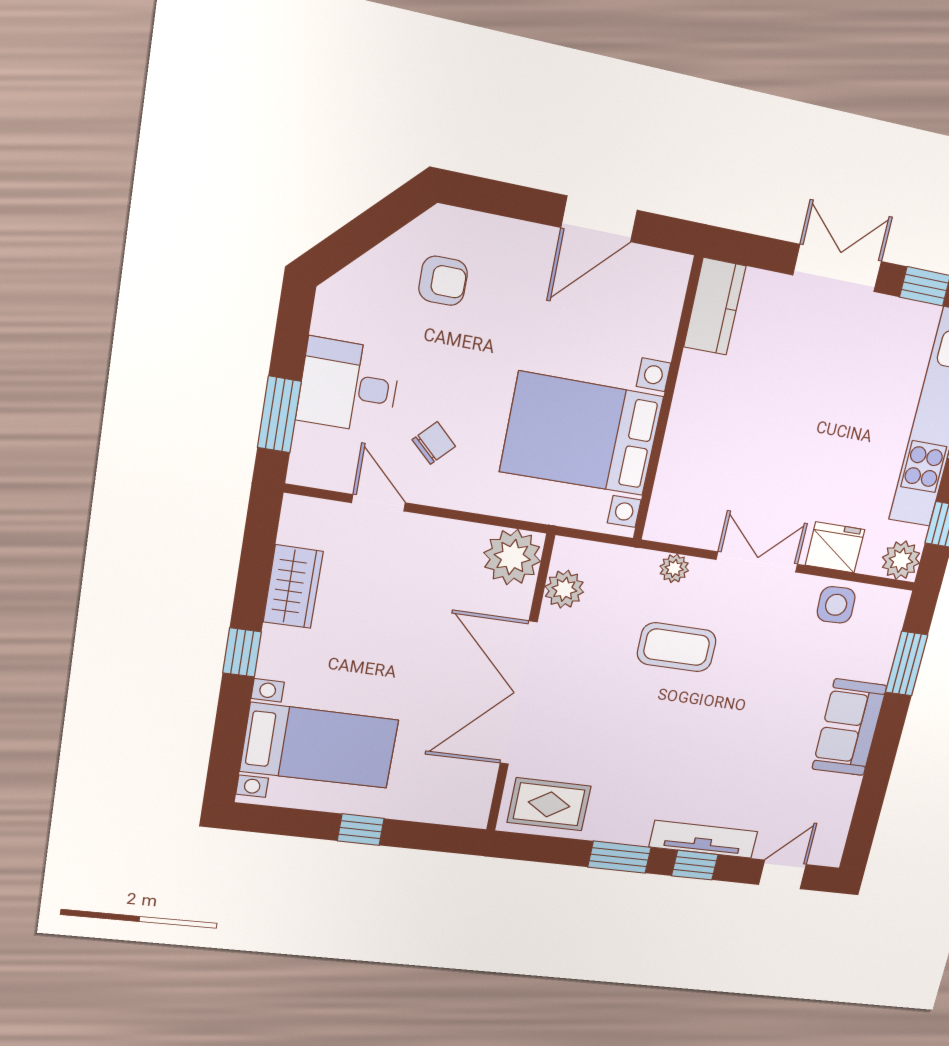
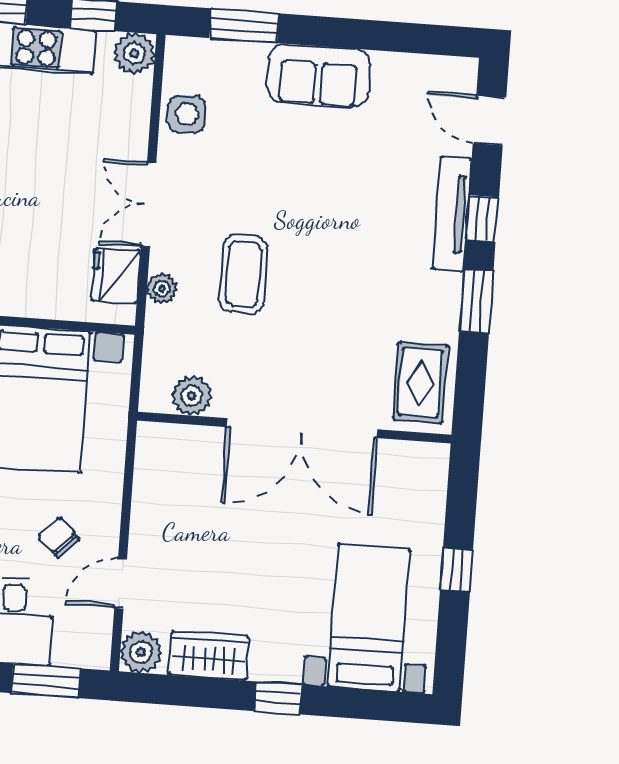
fridge: (835, 547) -> (116, 276), moved
plant: (512, 557) -> (141, 652), moved, width x0.73, depth x0.73

